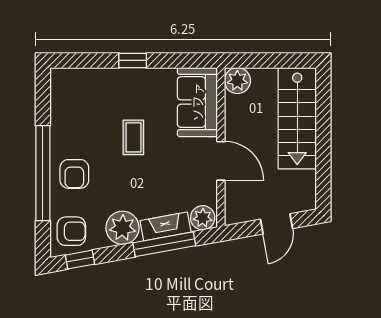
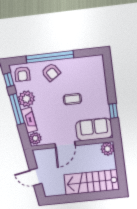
window: (133, 60) -> (113, 111), moved
armchair: (74, 174) -> (51, 72), turned -124
window: (164, 244) -> (17, 109), moved

